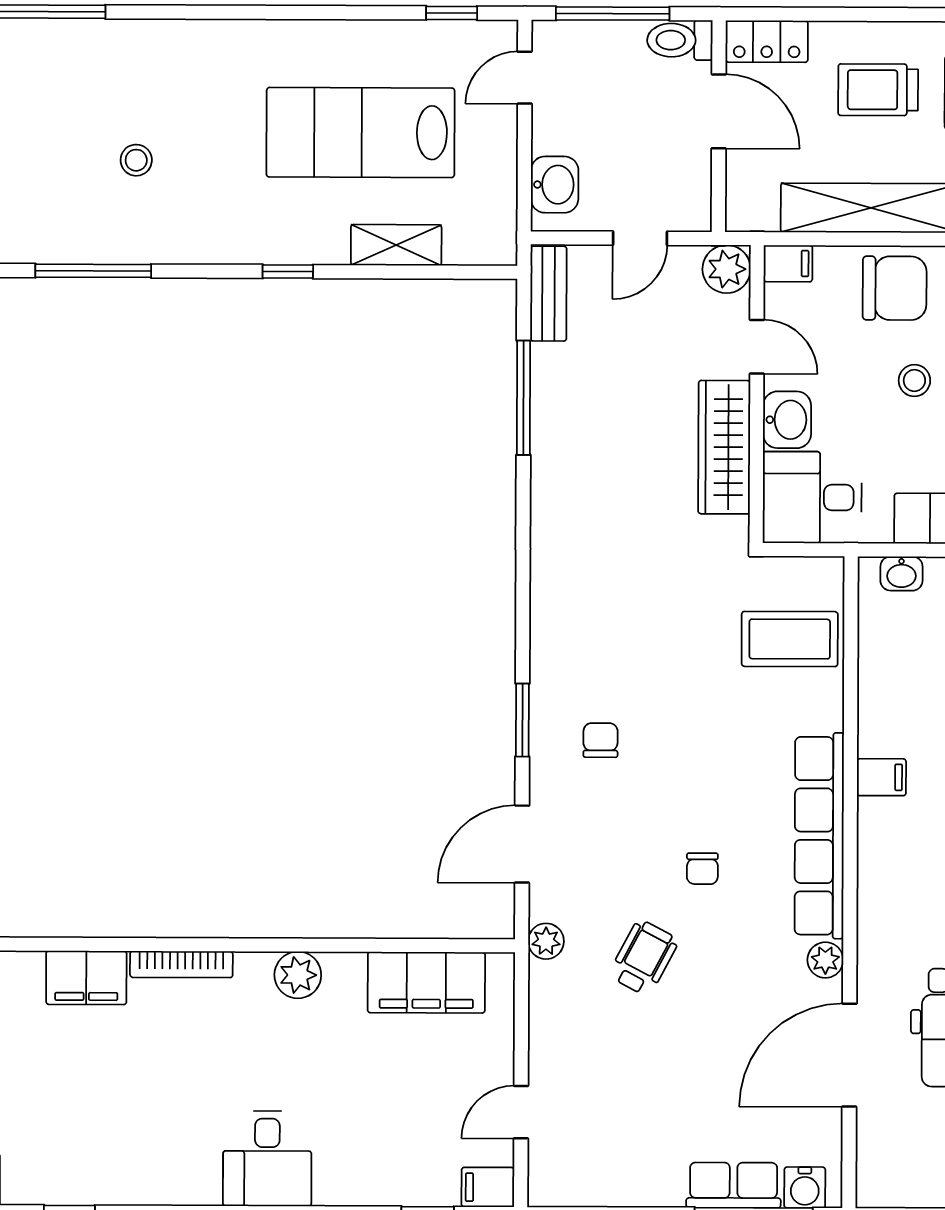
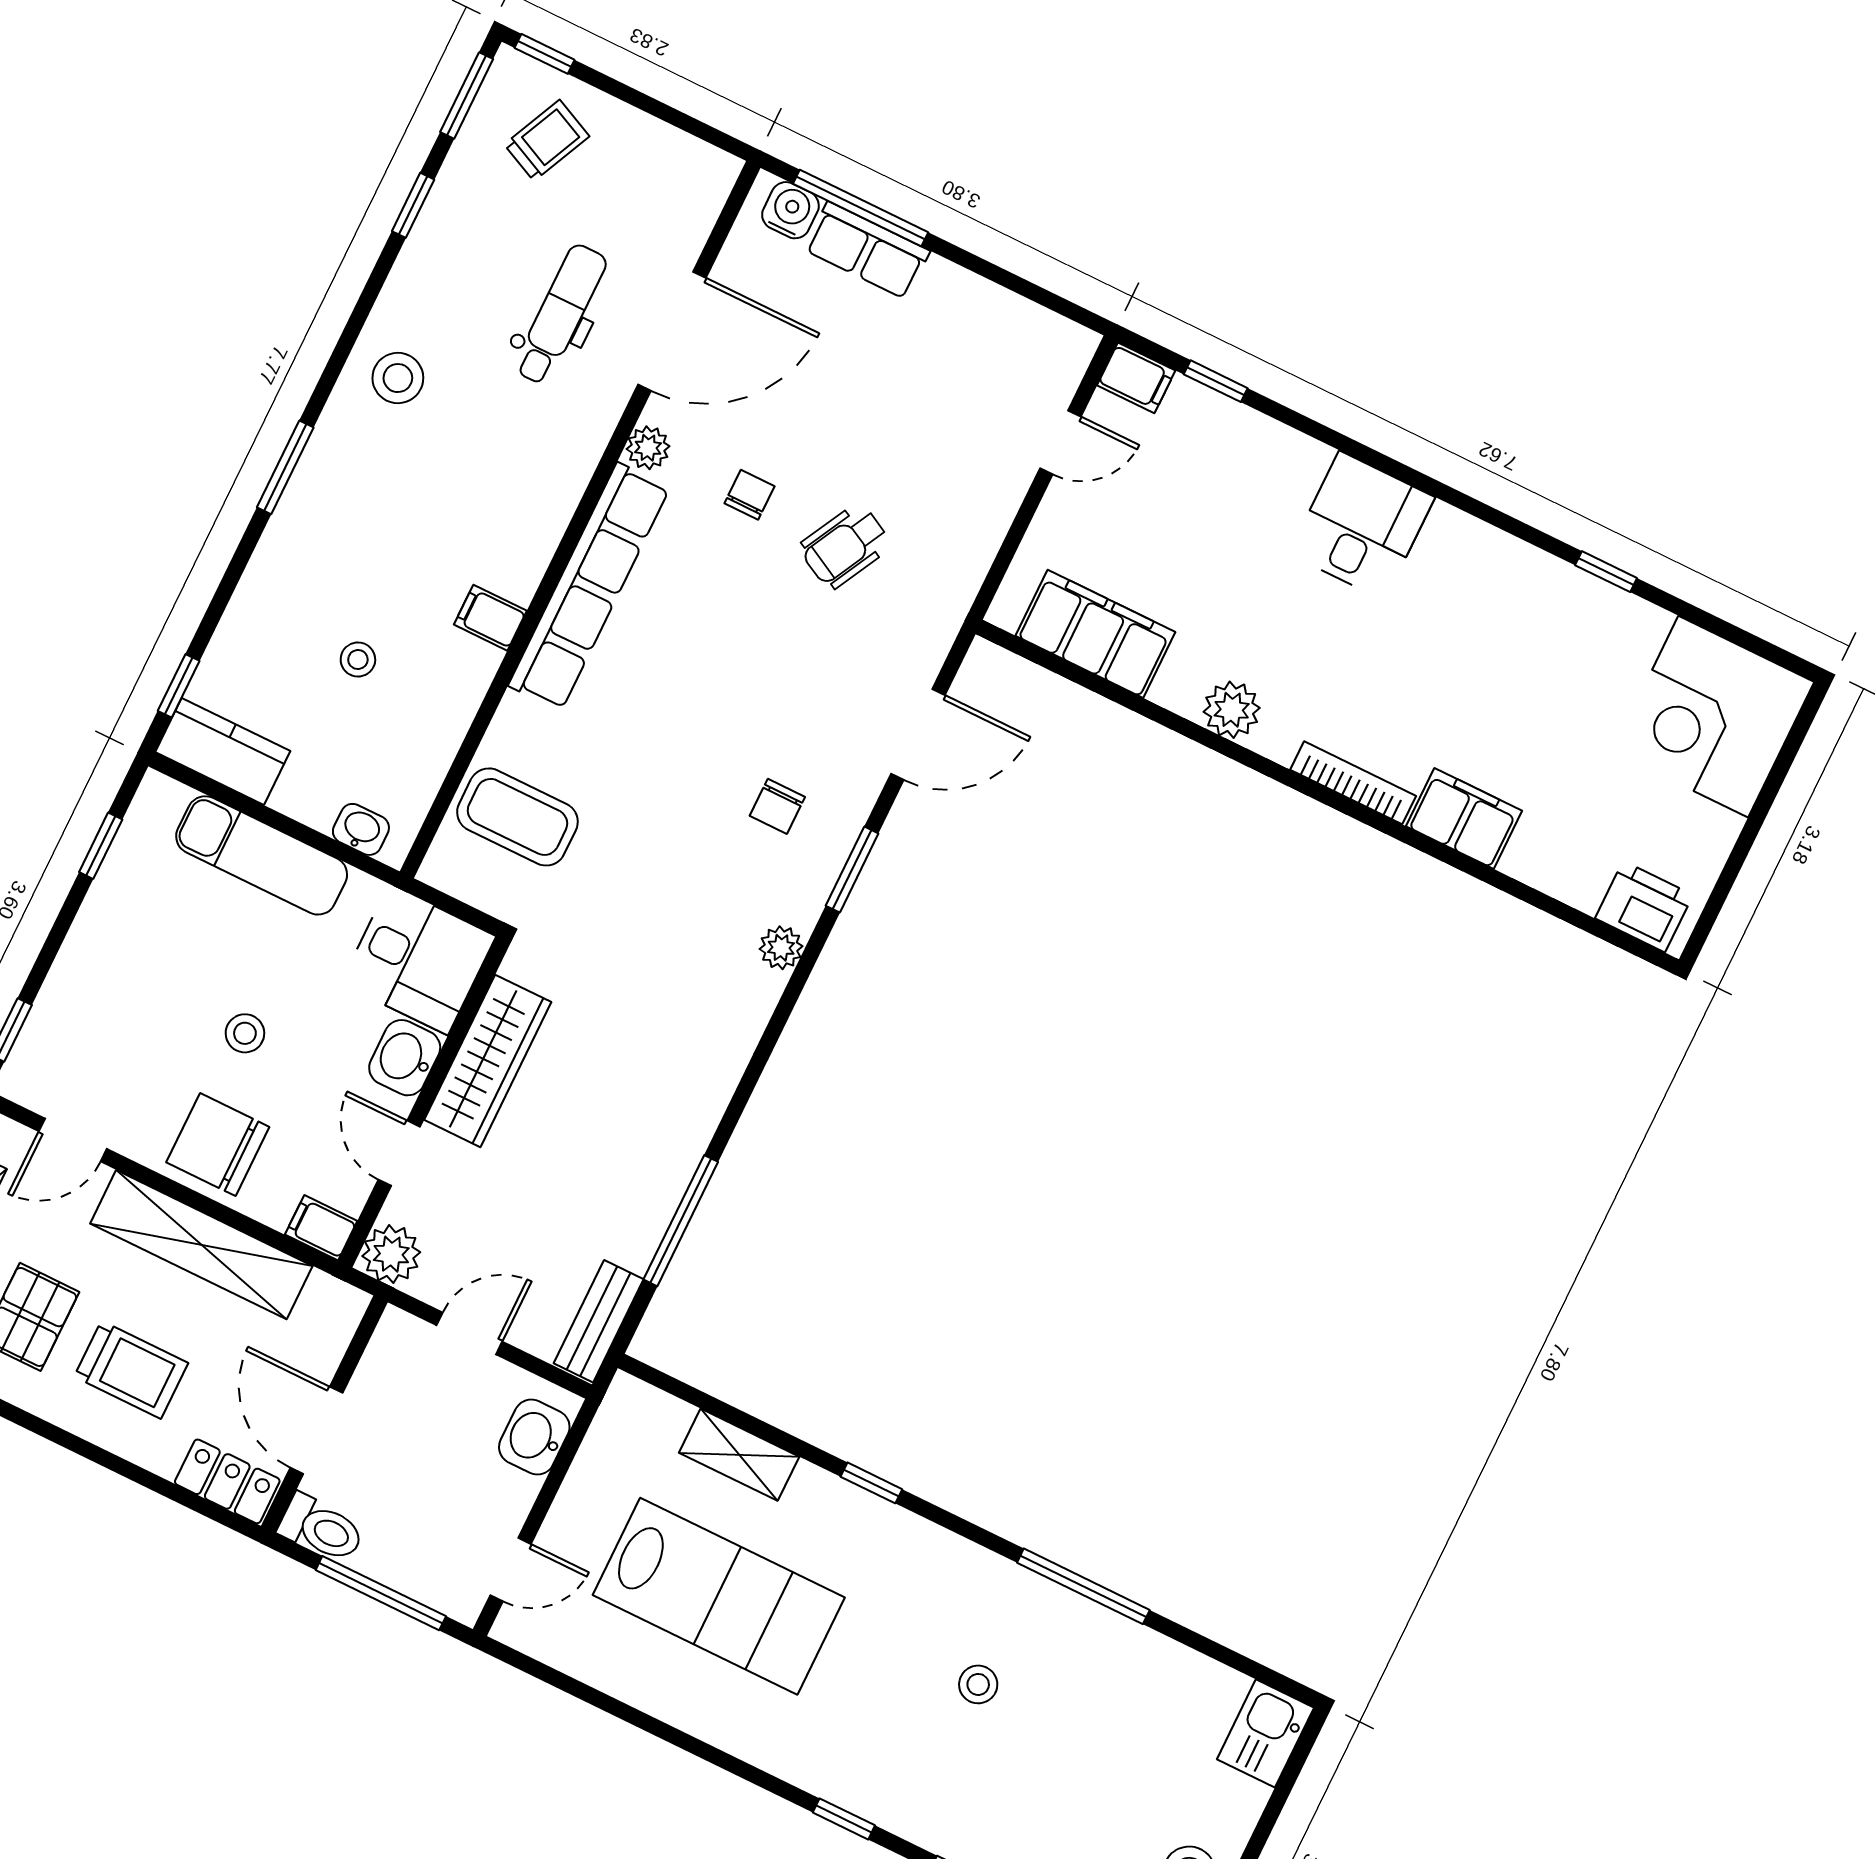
window: (452, 13) -> (844, 1819), moved
chair: (702, 869) -> (749, 495), moved
plant: (546, 941) -> (781, 948), moved

